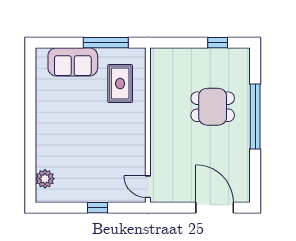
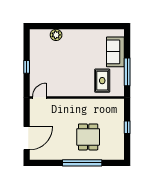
window: (218, 43) -> (127, 127), moved
rug: (120, 84) -> (102, 81), turned 90
plant: (45, 179) -> (56, 35), moved

